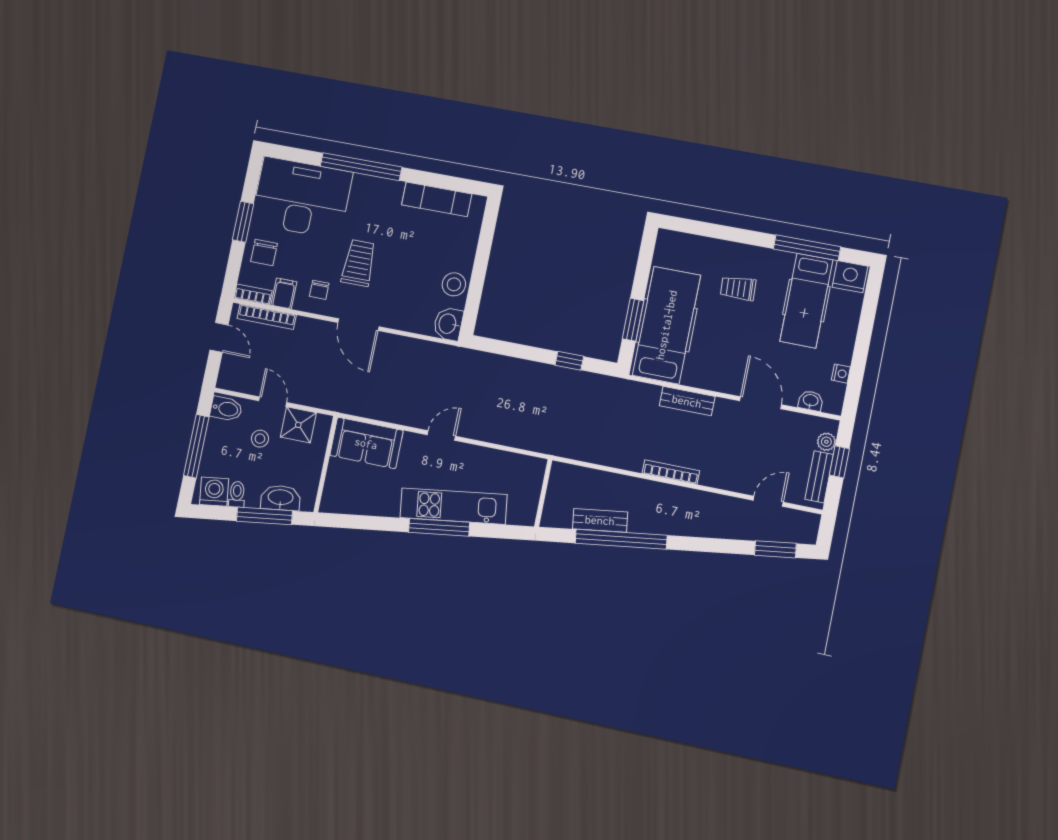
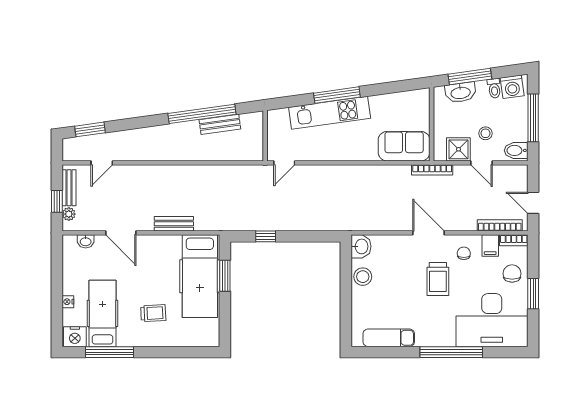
nightstand: (841, 374) -> (68, 302), moved
door: (441, 435) -> (284, 163), moved
bookcase: (671, 472) -> (432, 170), moved

